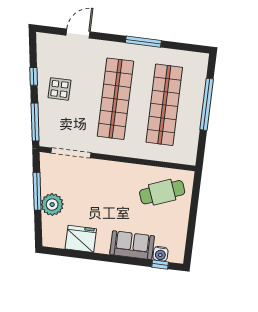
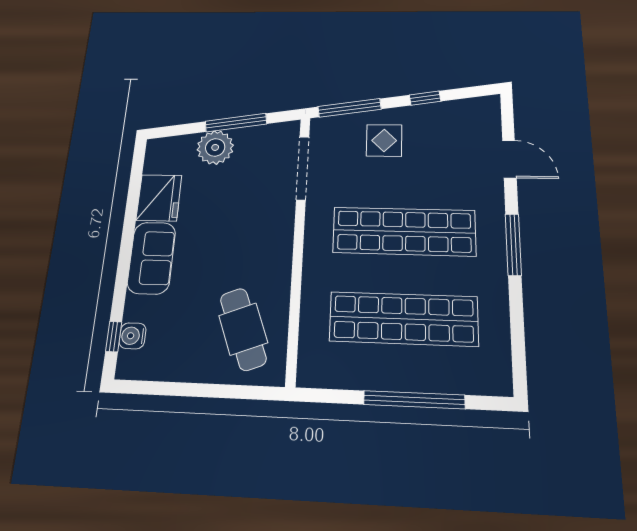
window: (143, 42) -> (513, 245), moved
display table: (59, 89) -> (384, 140), moved
sofa: (132, 245) -> (151, 258), moved

